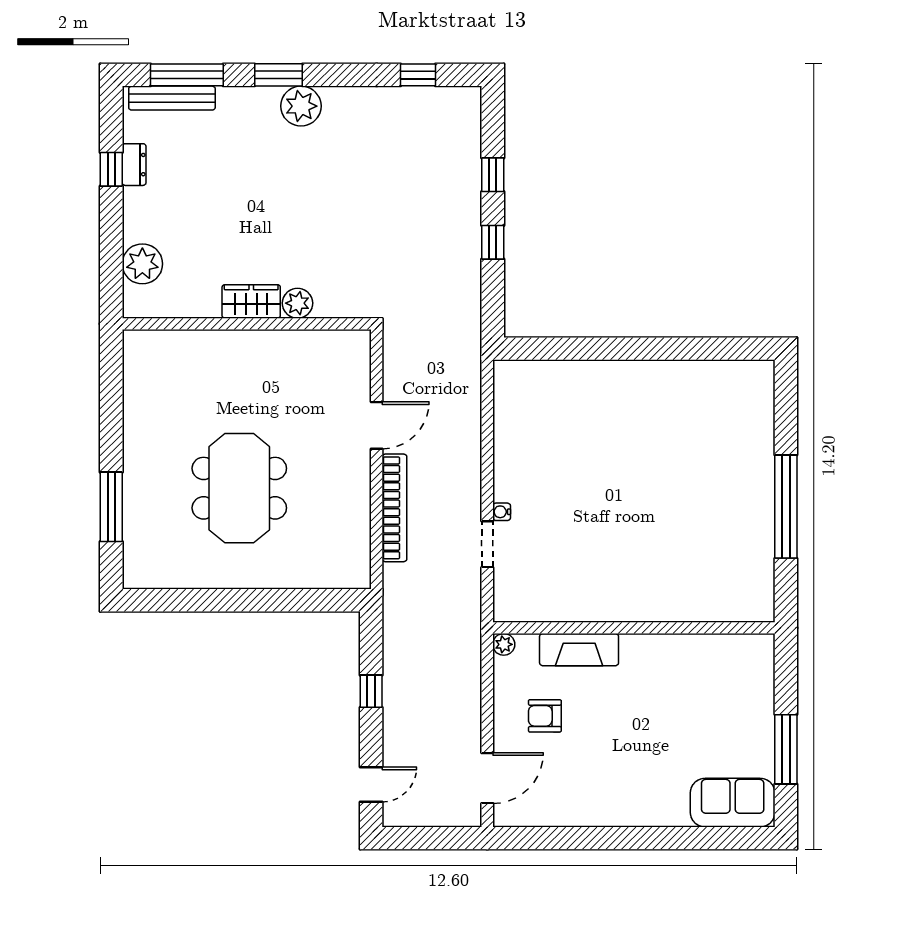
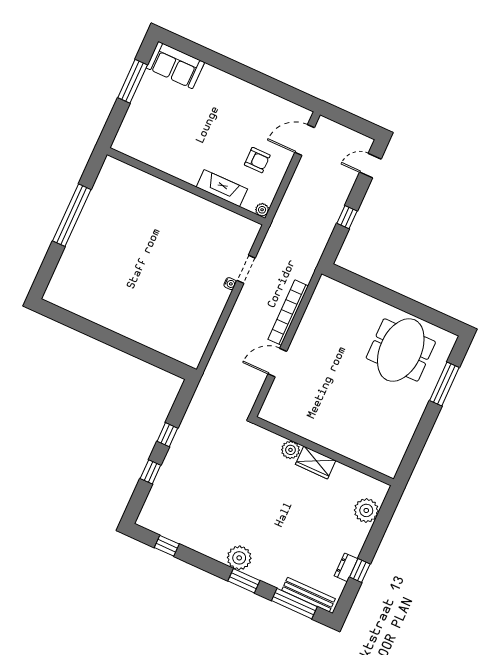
meeting table: (239, 488) -> (401, 350), moved

